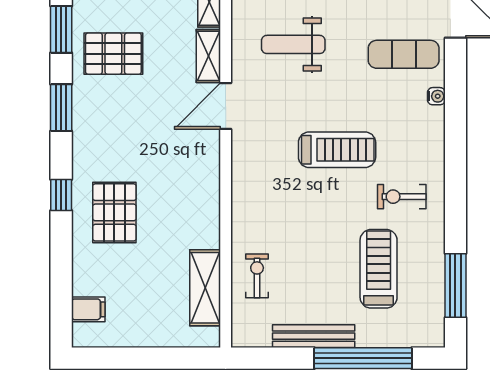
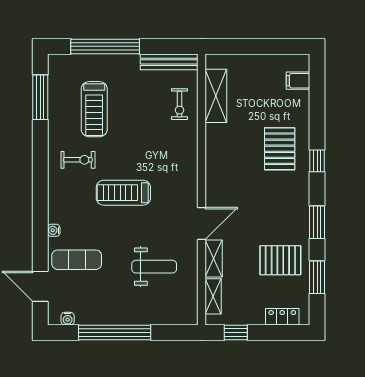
bench: (314, 336) -> (169, 62), moved

